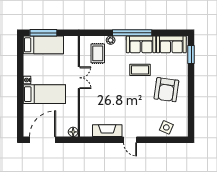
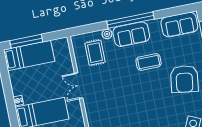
sofa: (141, 44) -> (131, 34), moved
double door: (79, 78) -> (79, 86), swing flipped

